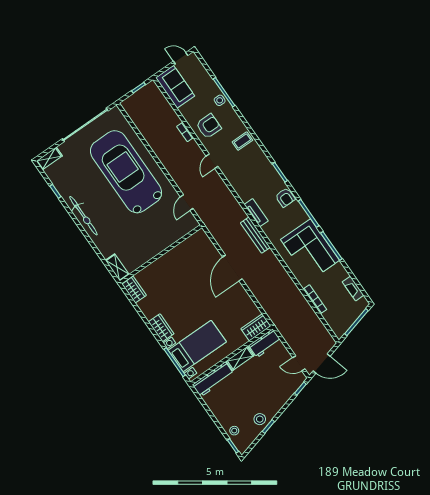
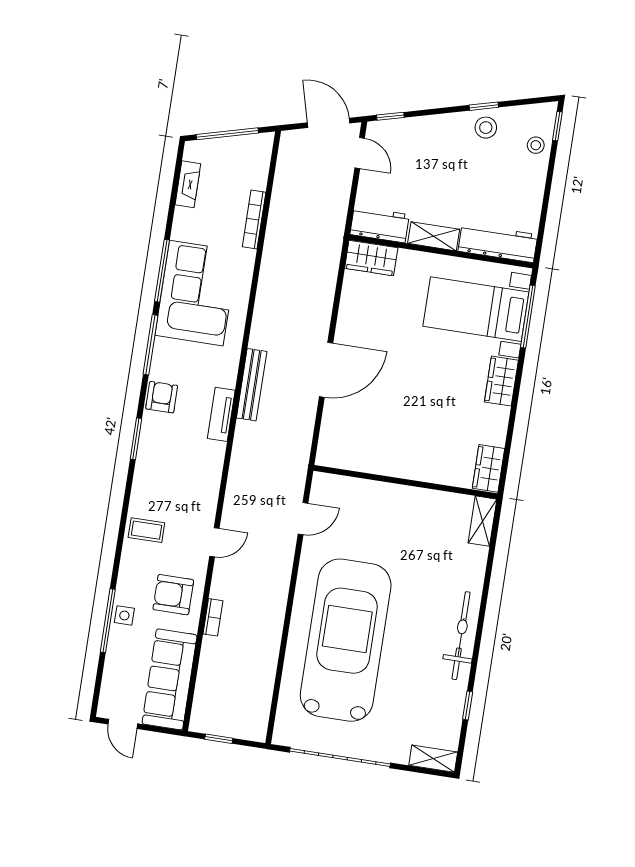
sofa: (175, 87) -> (170, 679), width x1.36
car: (126, 172) -> (346, 640), turned 180

